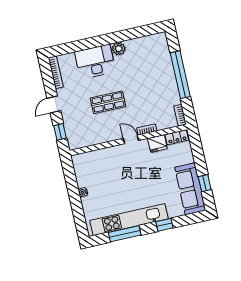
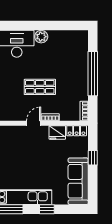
shop shelf: (108, 102) -> (40, 87), moved
door: (131, 139) -> (34, 123), hinge flipped
window: (205, 183) -> (93, 158), moved

